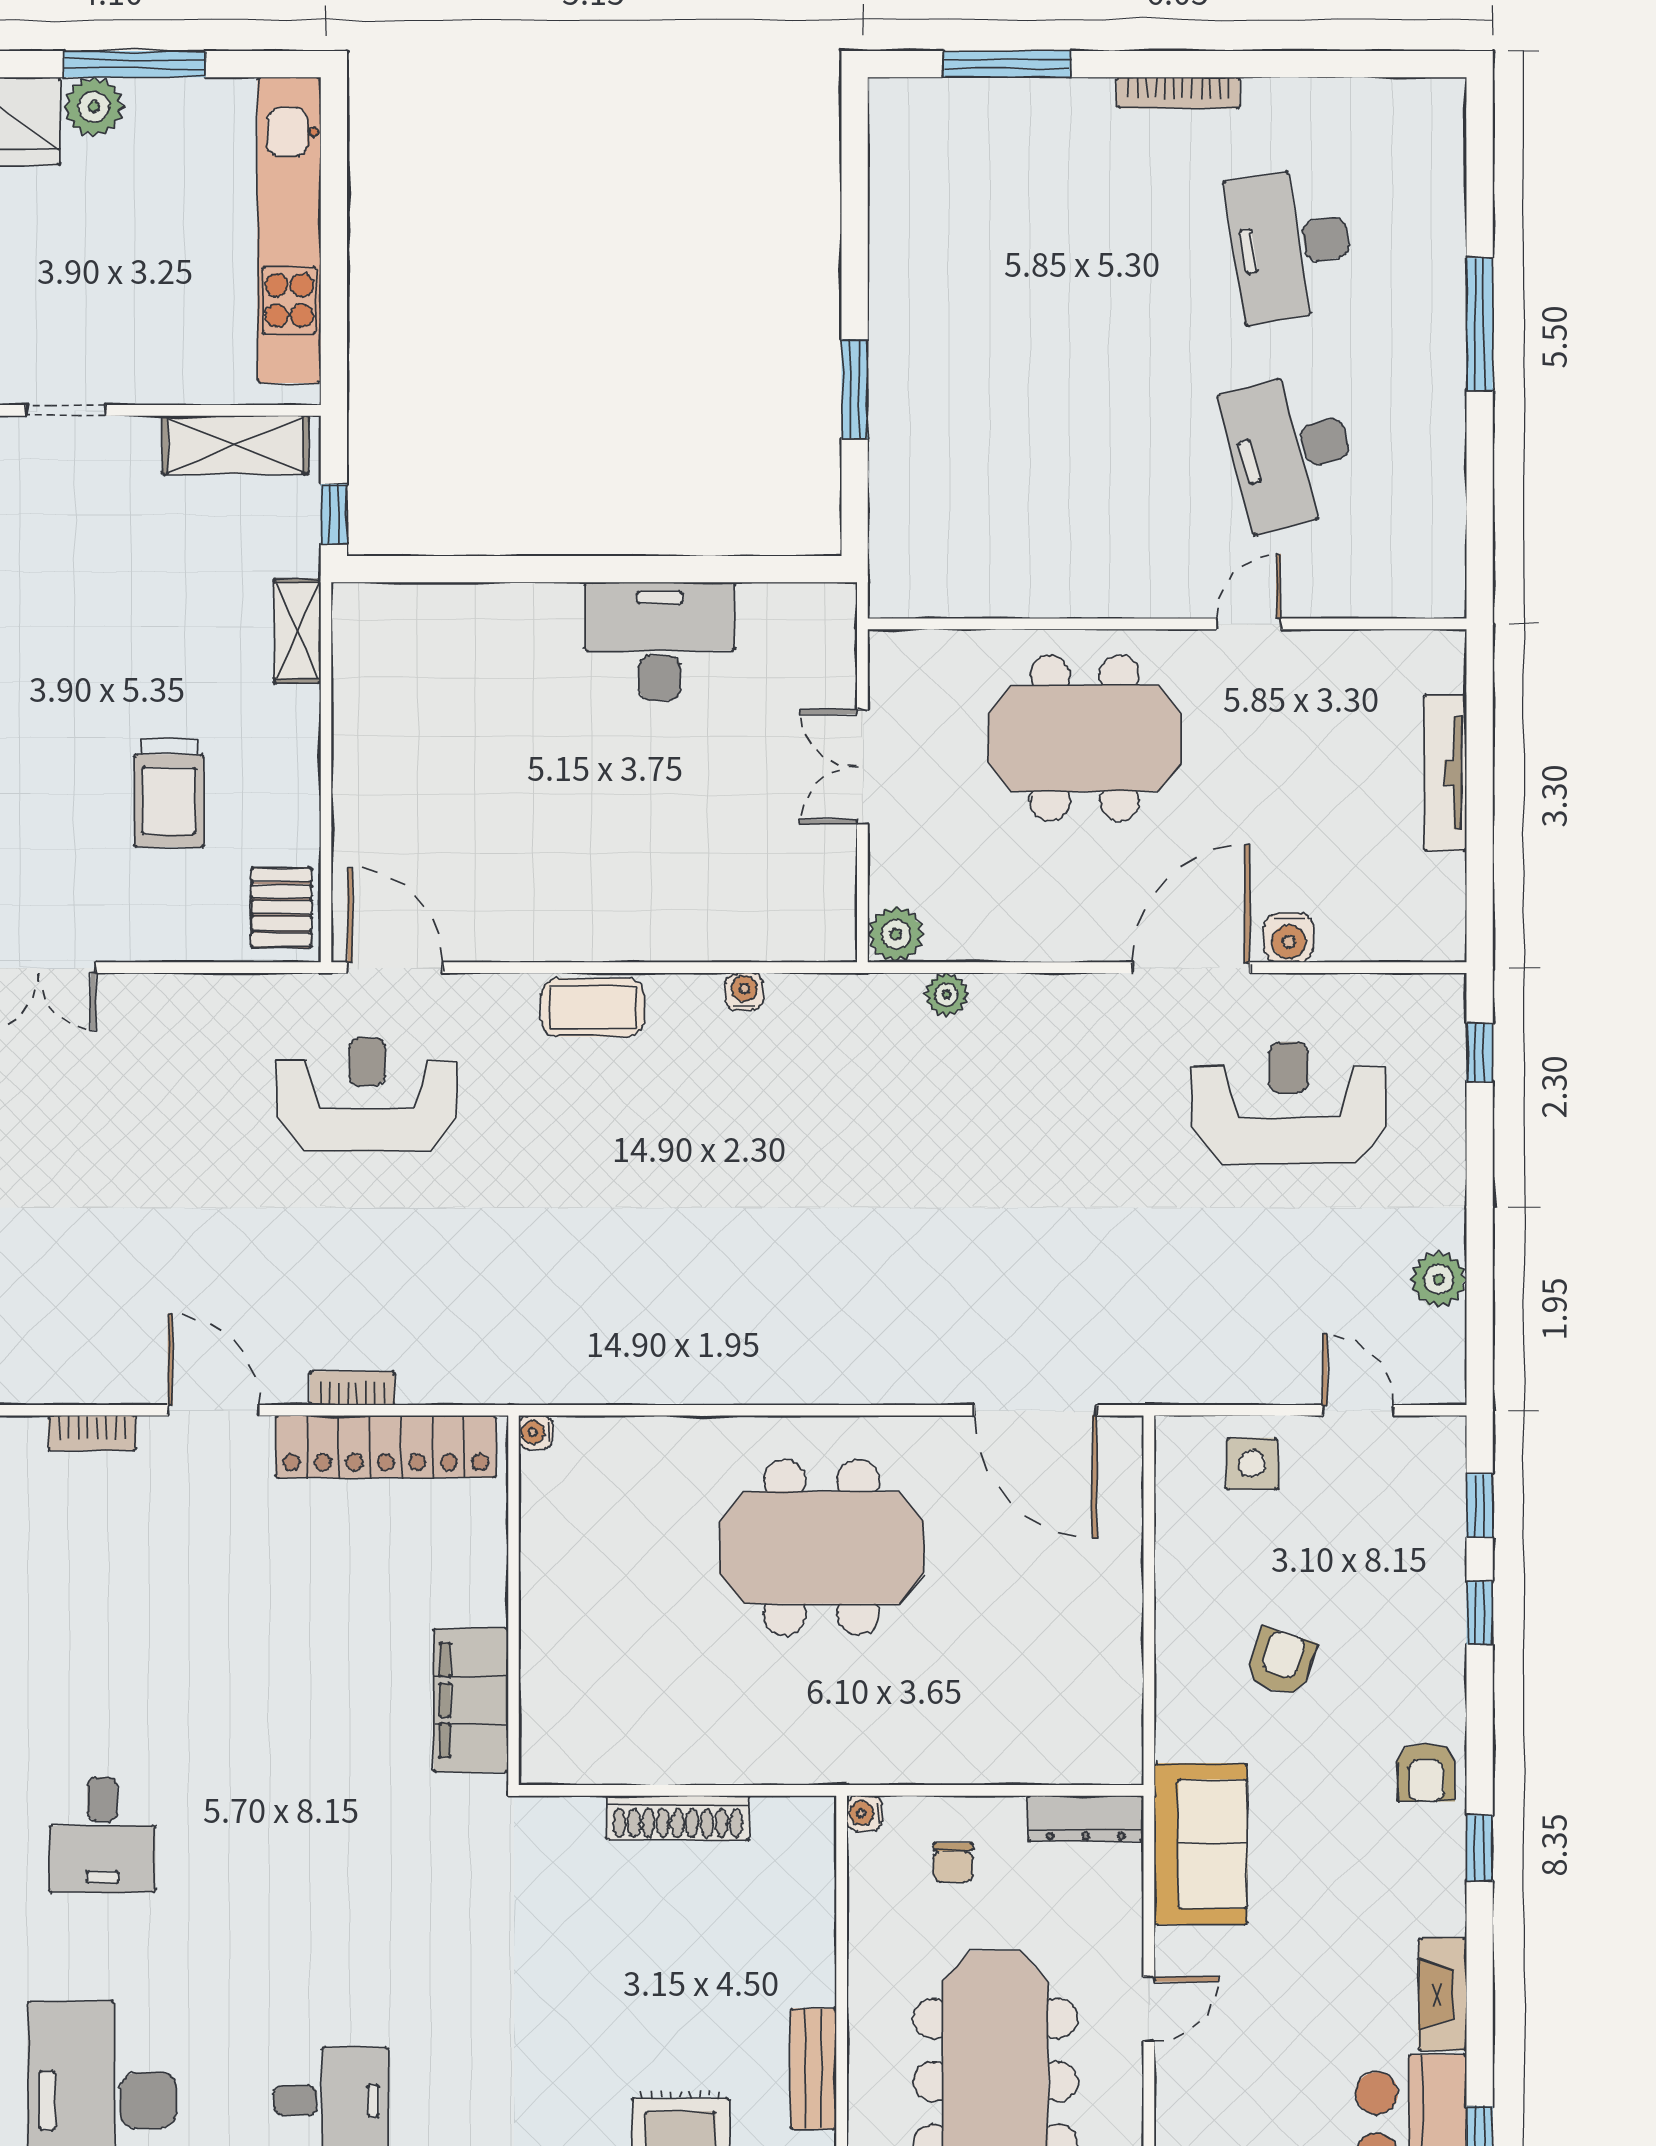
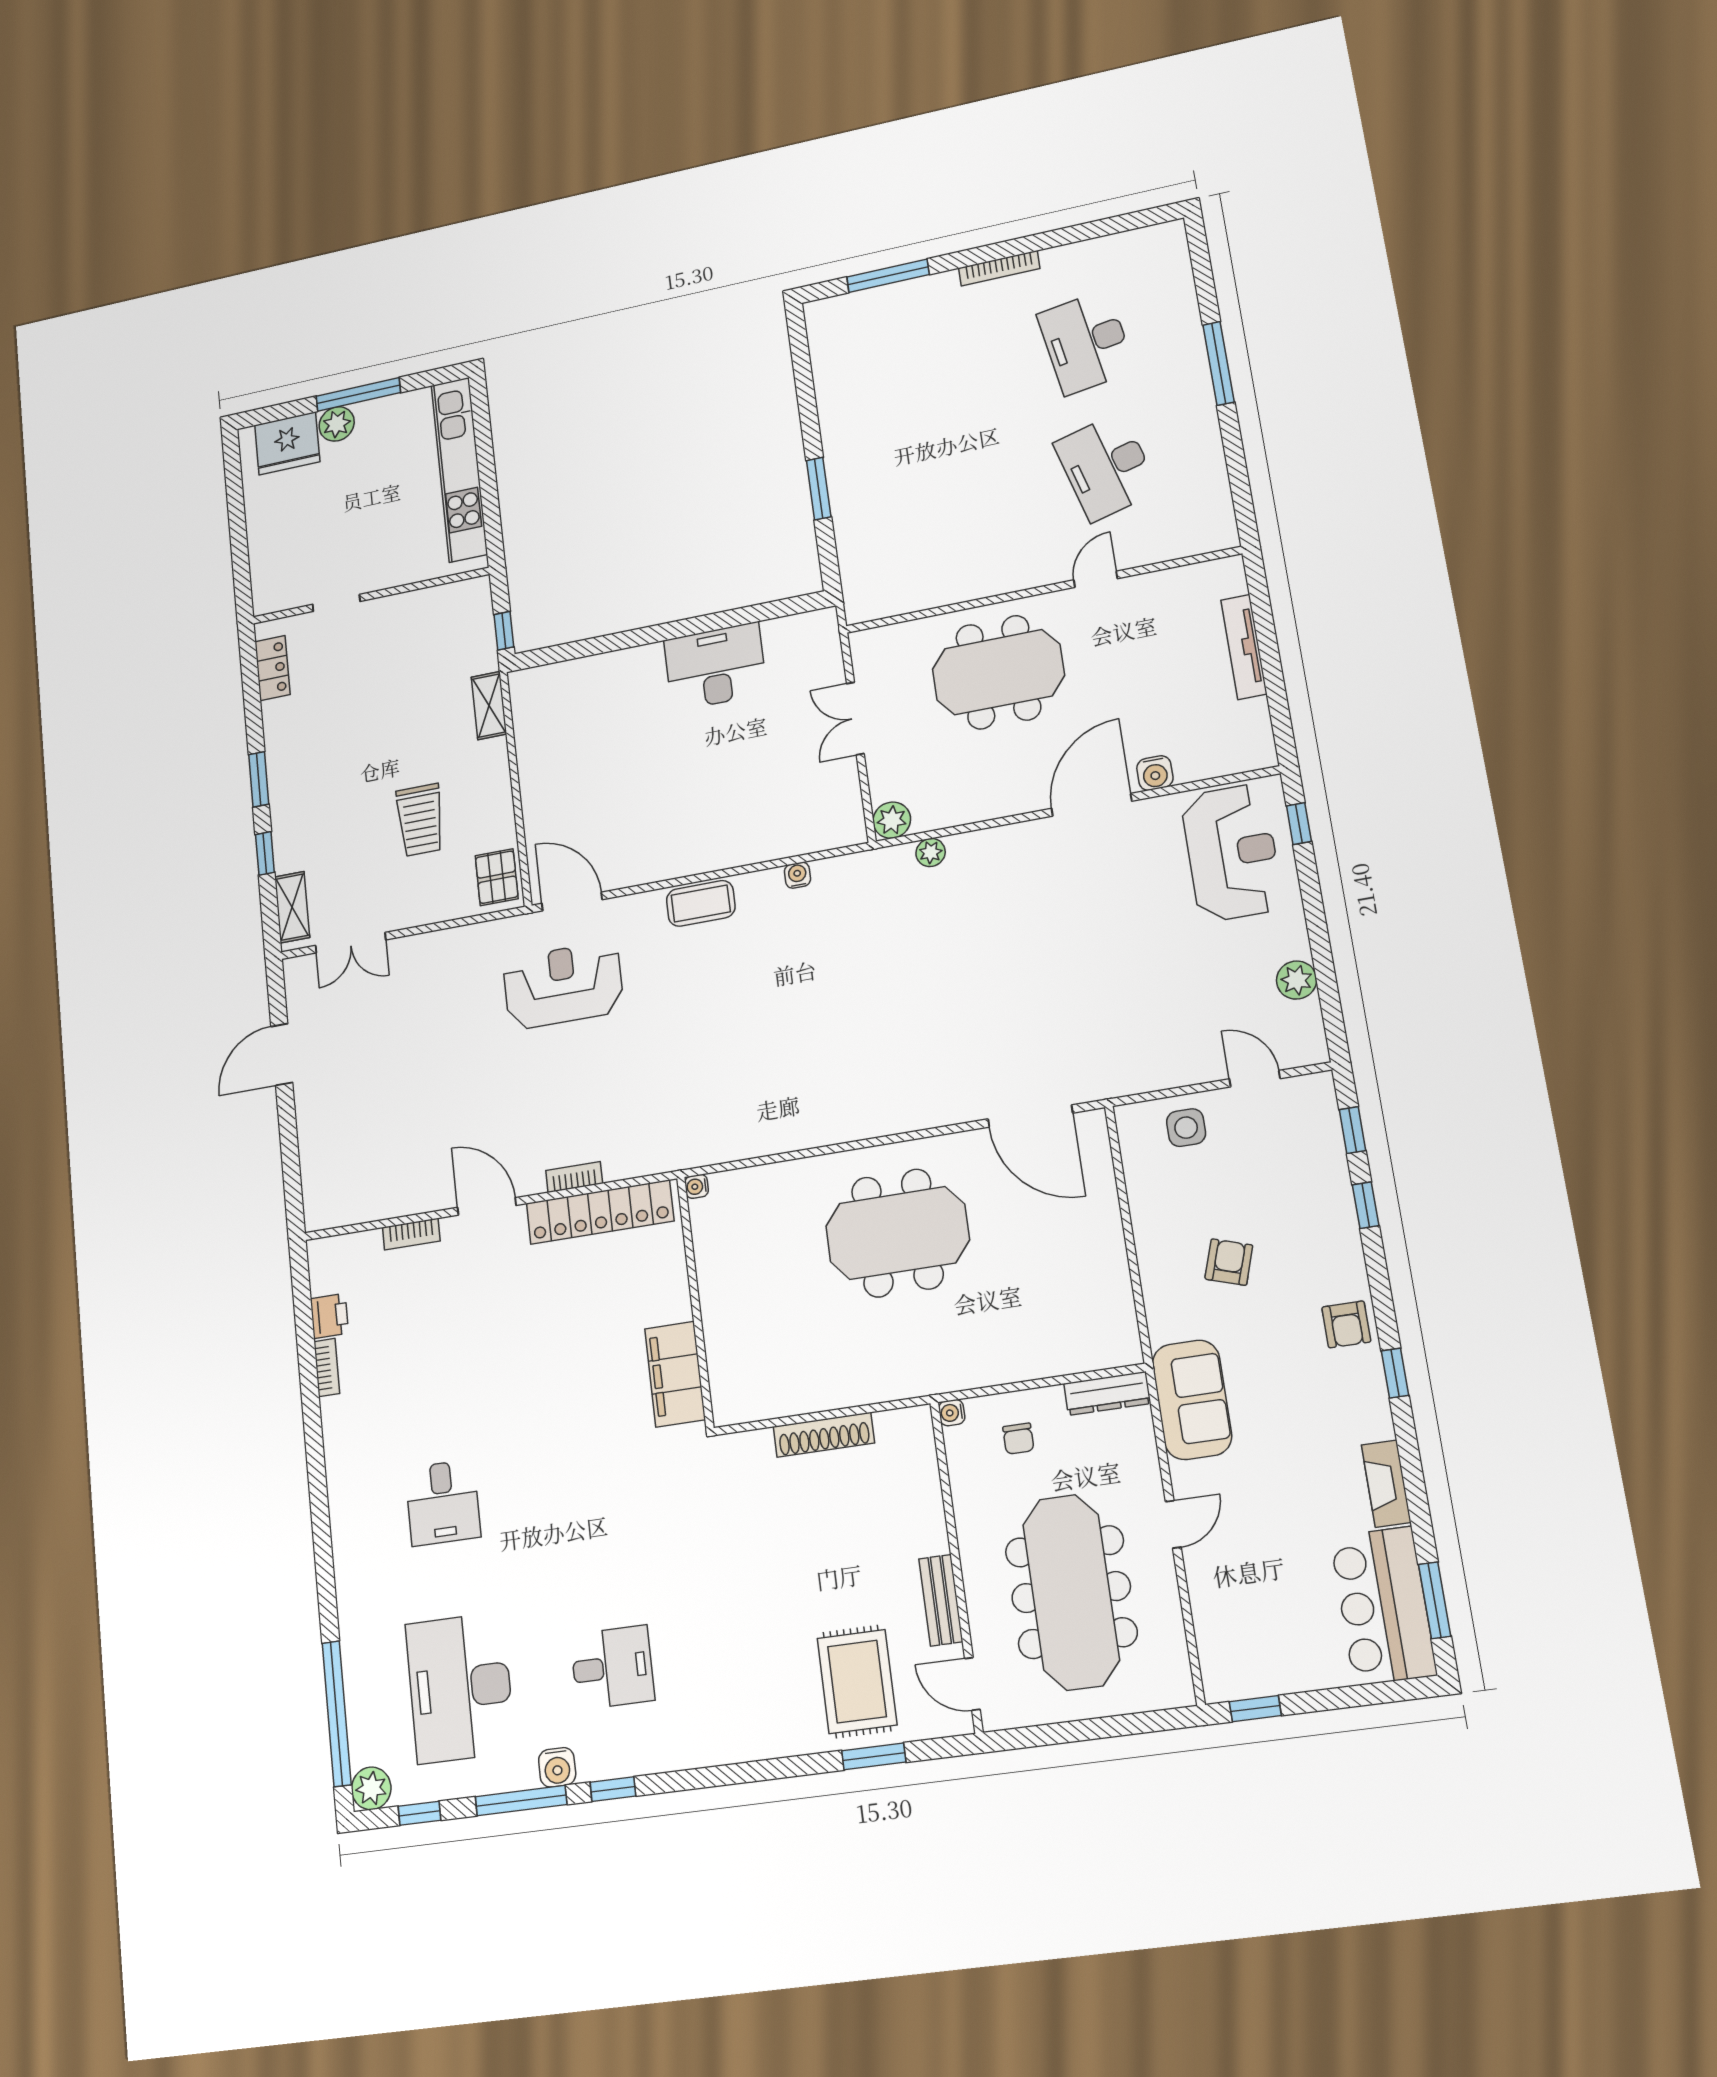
shelving: (235, 445) -> (440, 602), removed
reception desk: (1289, 1103) -> (1232, 853), moved, turned 90

